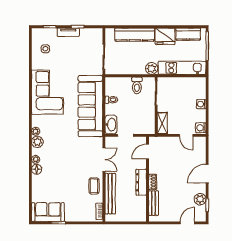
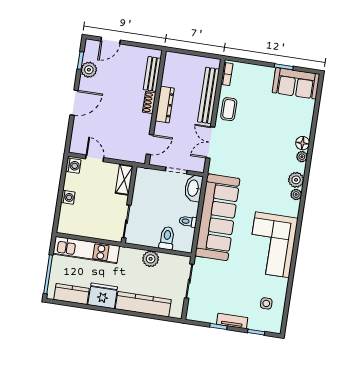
plant: (152, 68) -> (151, 259), moved
toilet: (137, 85) -> (167, 238), moved

